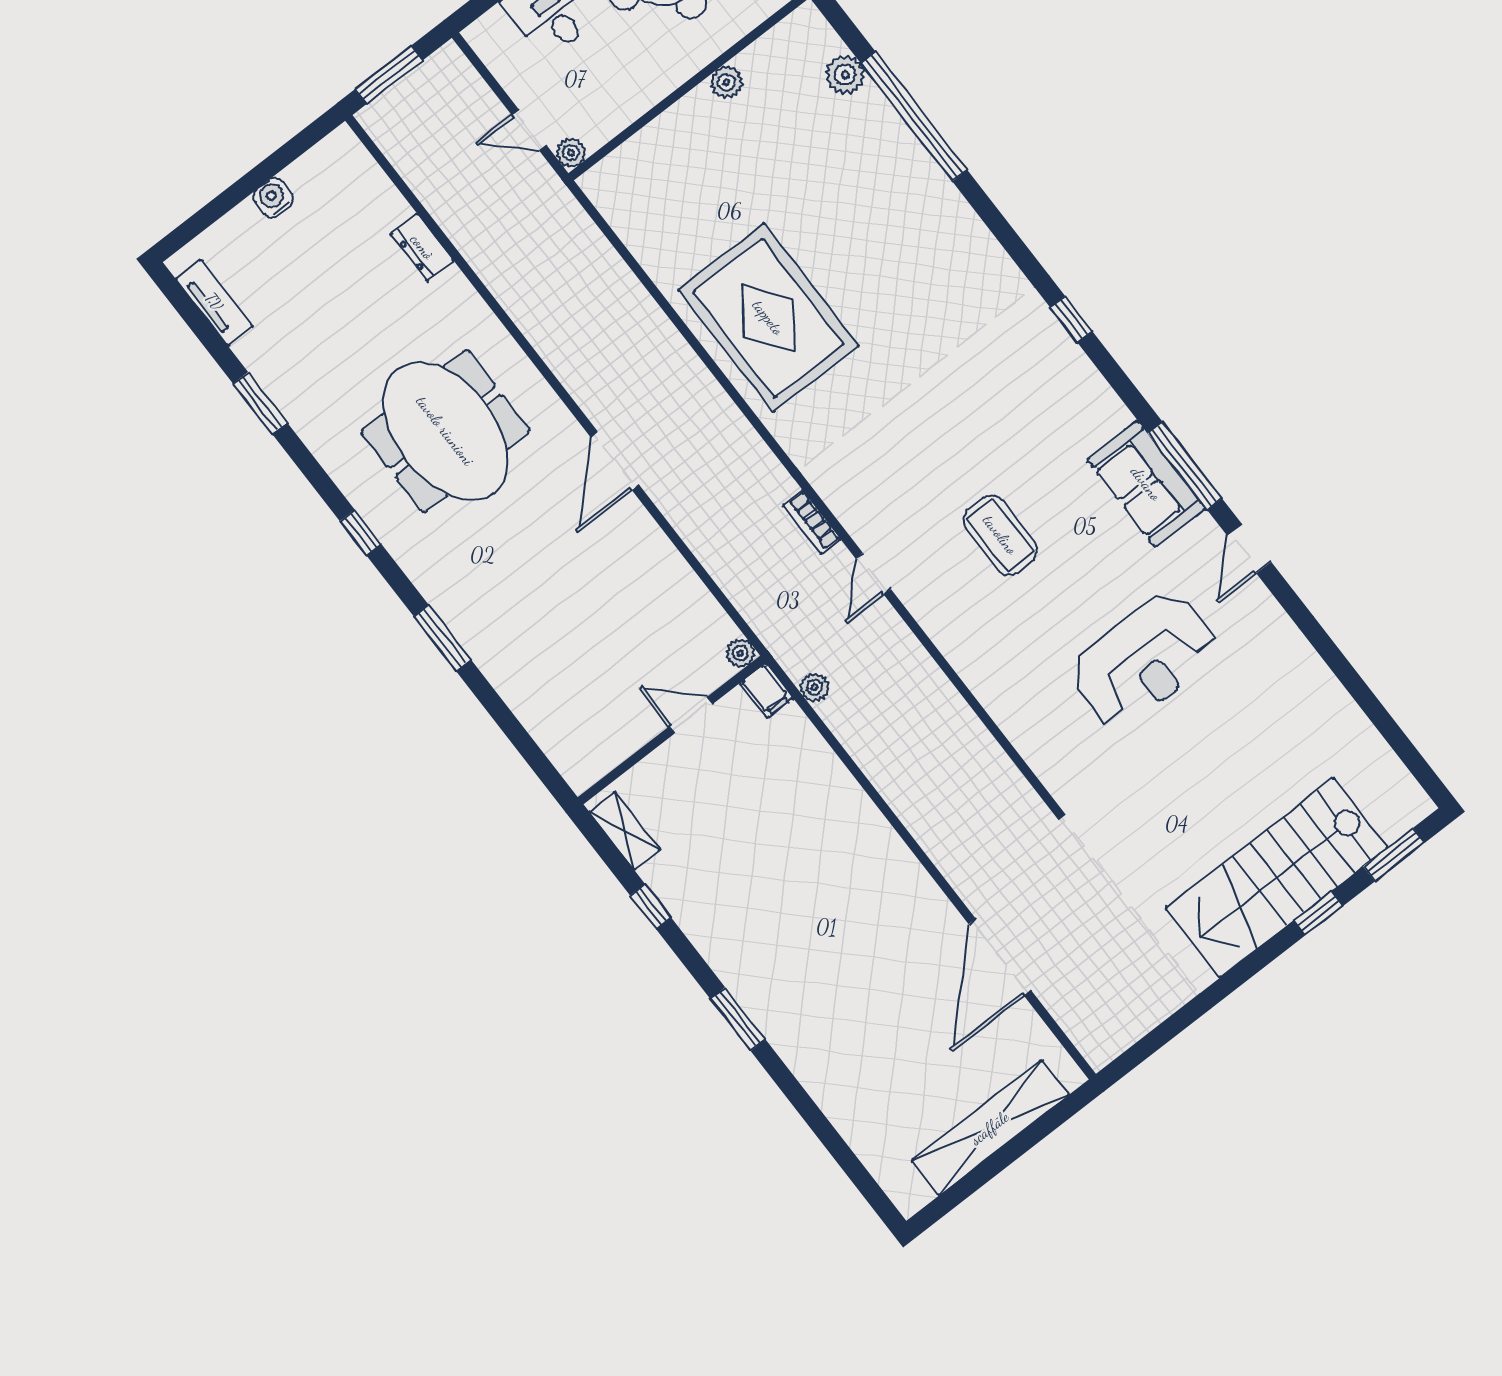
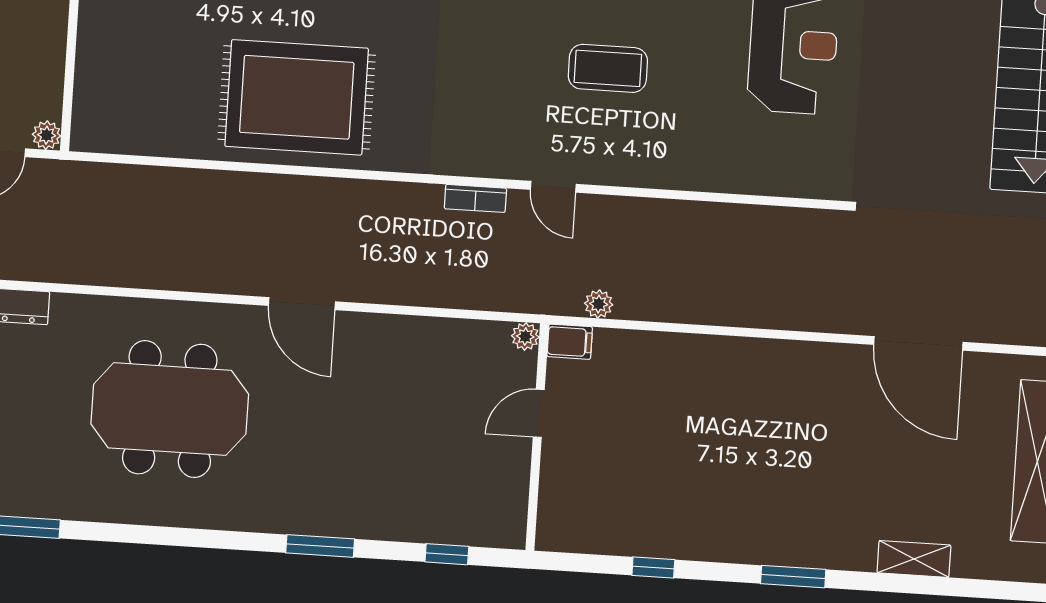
window: (361, 533) -> (447, 554), moved
shelving: (625, 831) -> (914, 559), moved

